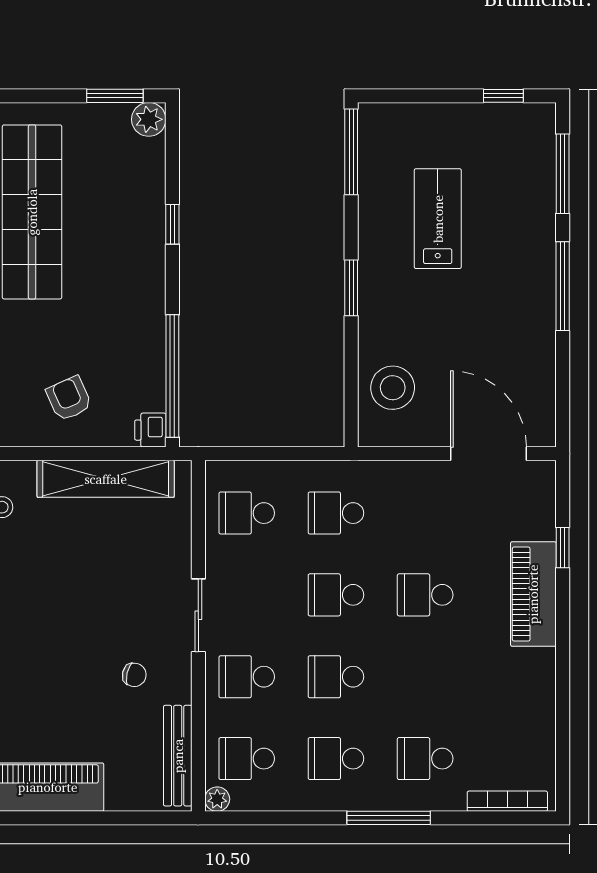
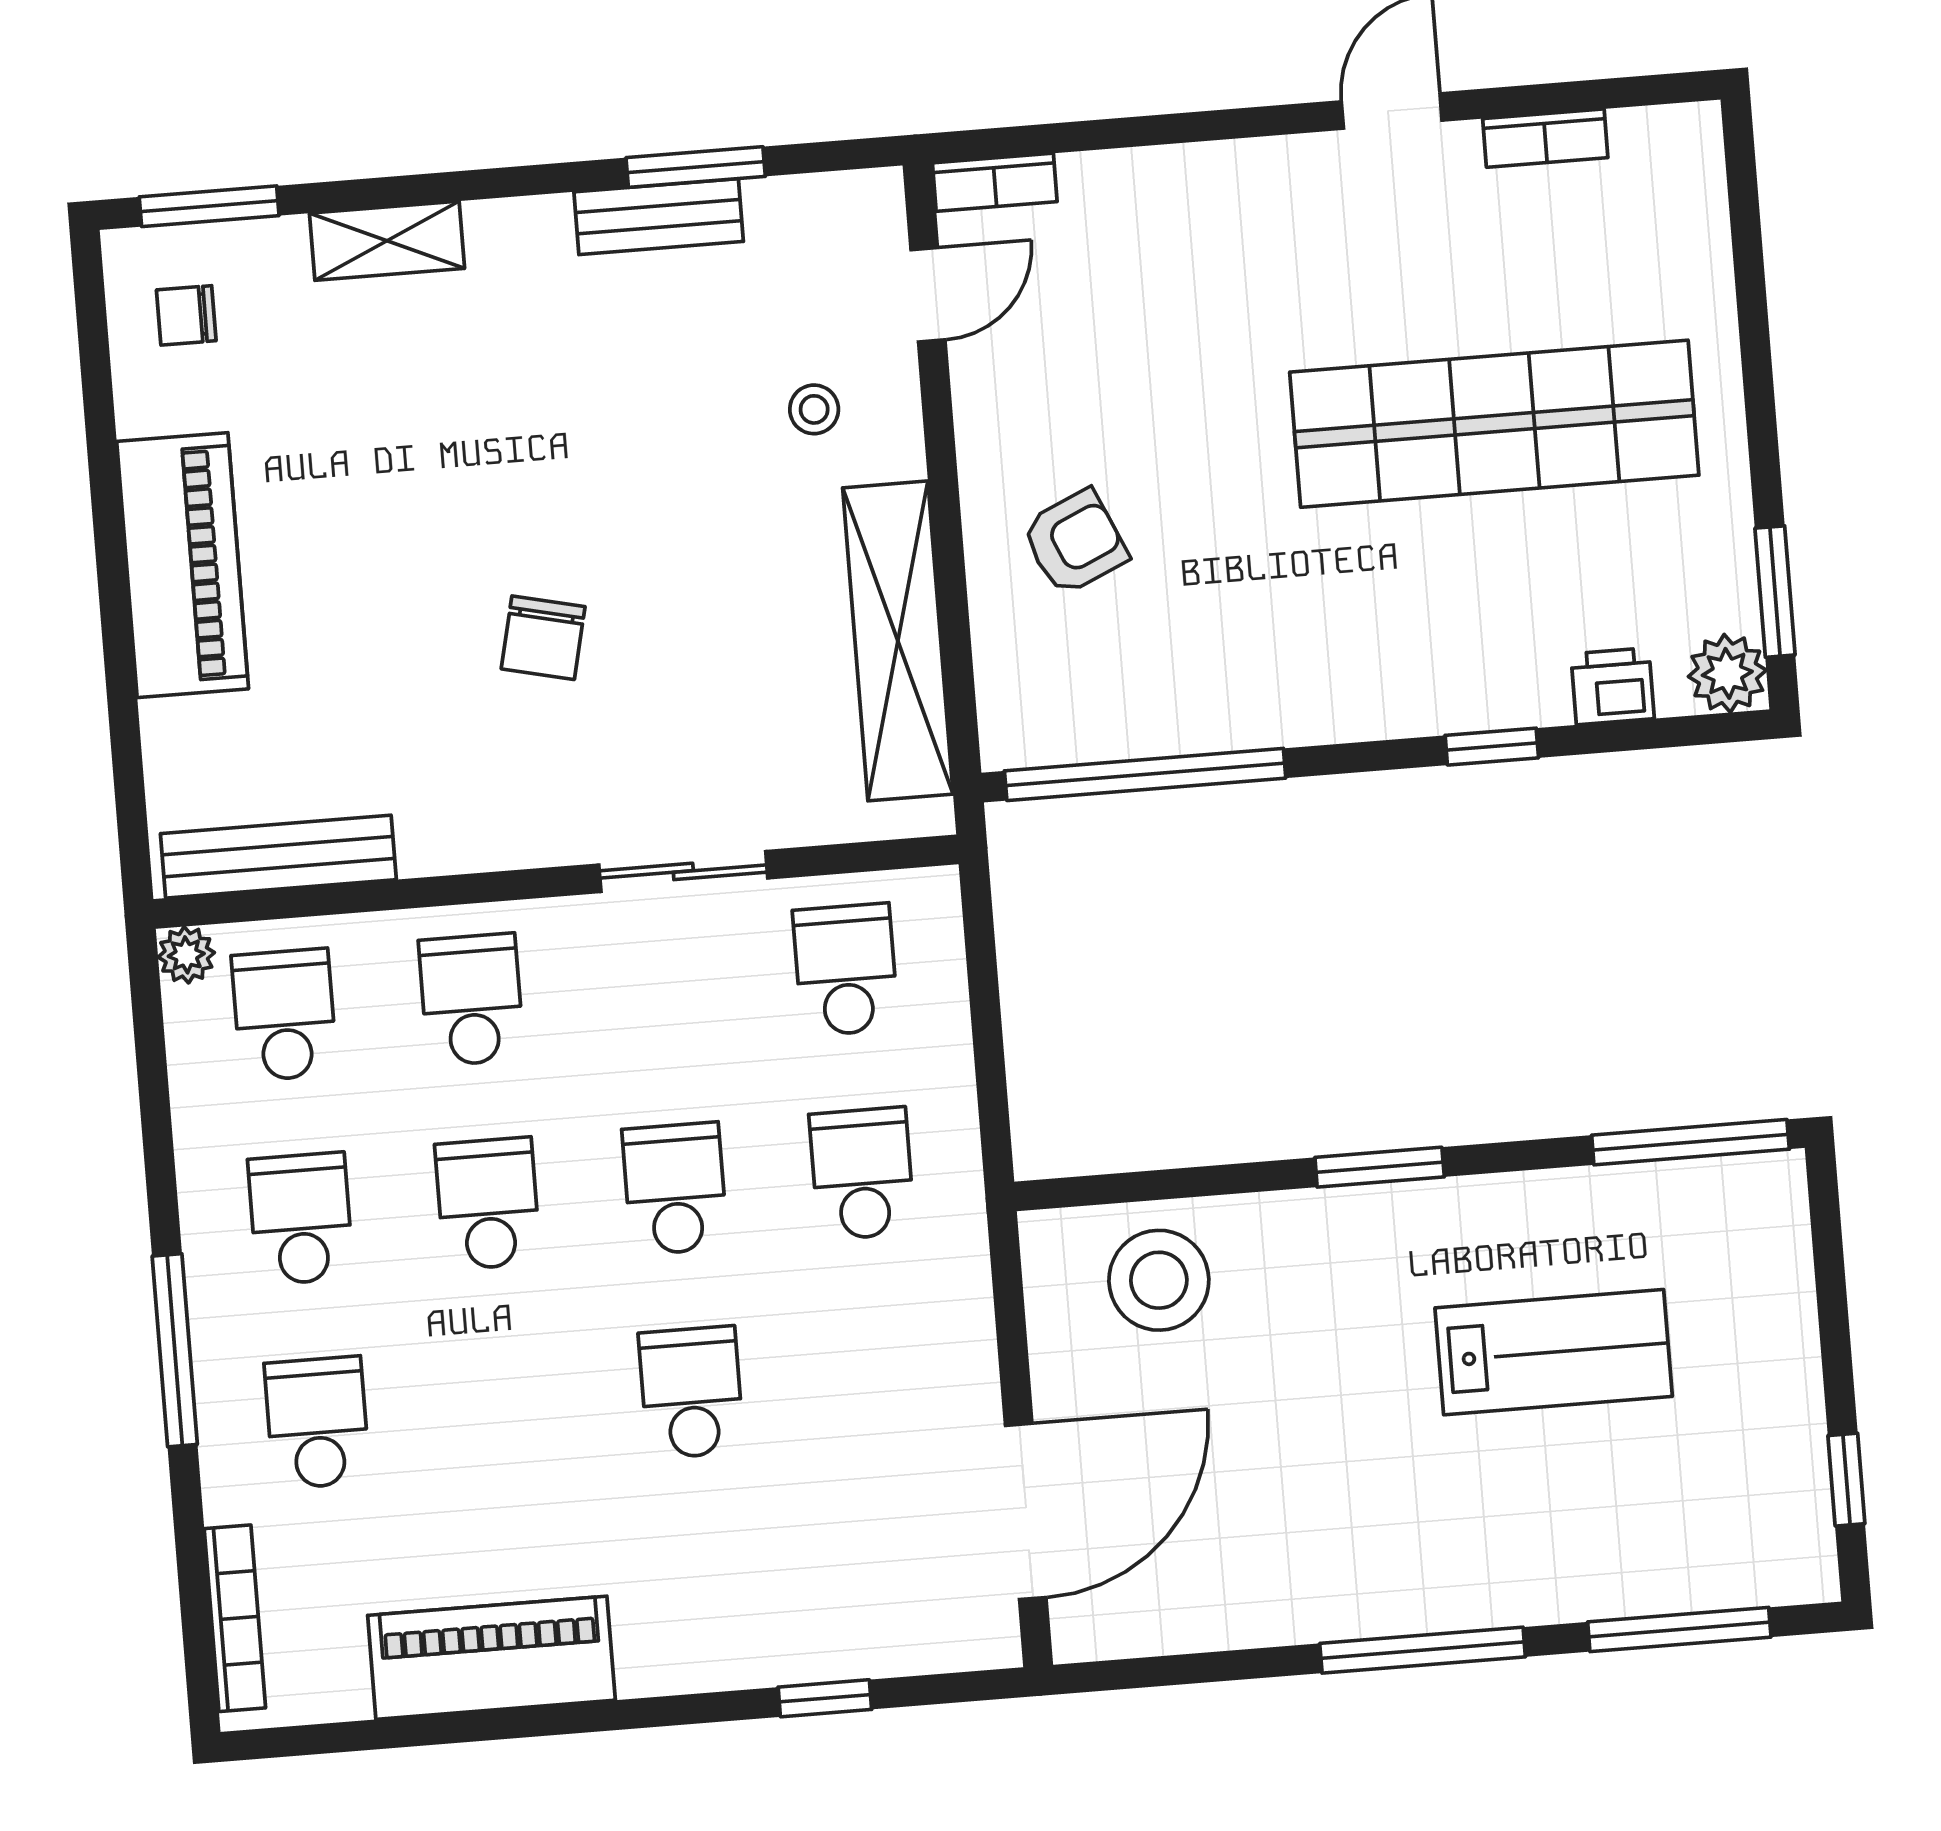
printer: (150, 430) -> (1613, 686), moved
piano: (533, 594) -> (491, 1658), moved
sliding door: (198, 615) -> (683, 871), moved
chair: (134, 675) -> (543, 638), moved, width x1.37, depth x1.37

